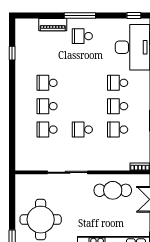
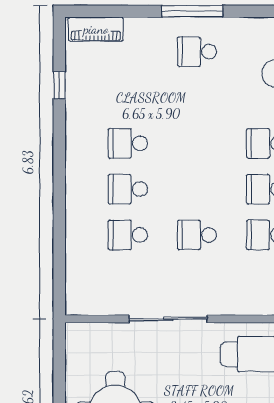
piano: (53, 25) -> (96, 29), moved

